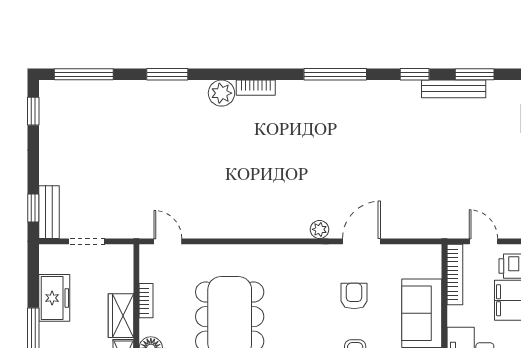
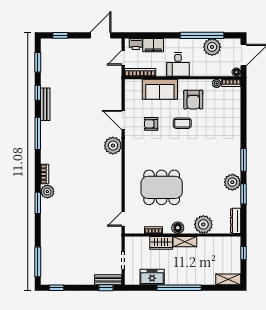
window: (167, 74) -> (38, 203), moved
bench: (454, 89) -> (45, 104), moved
plant: (320, 229) -> (113, 146), width x1.87, depth x1.87

